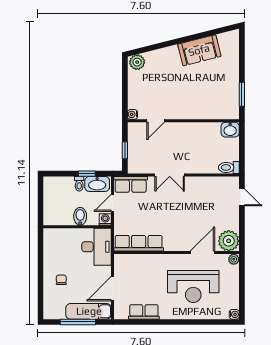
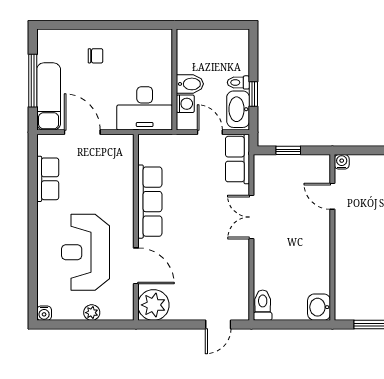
washing machine: (105, 219) -> (185, 104), moved
row of seats: (139, 243) -> (150, 202), moved
plant: (234, 259) -> (92, 313), moved

